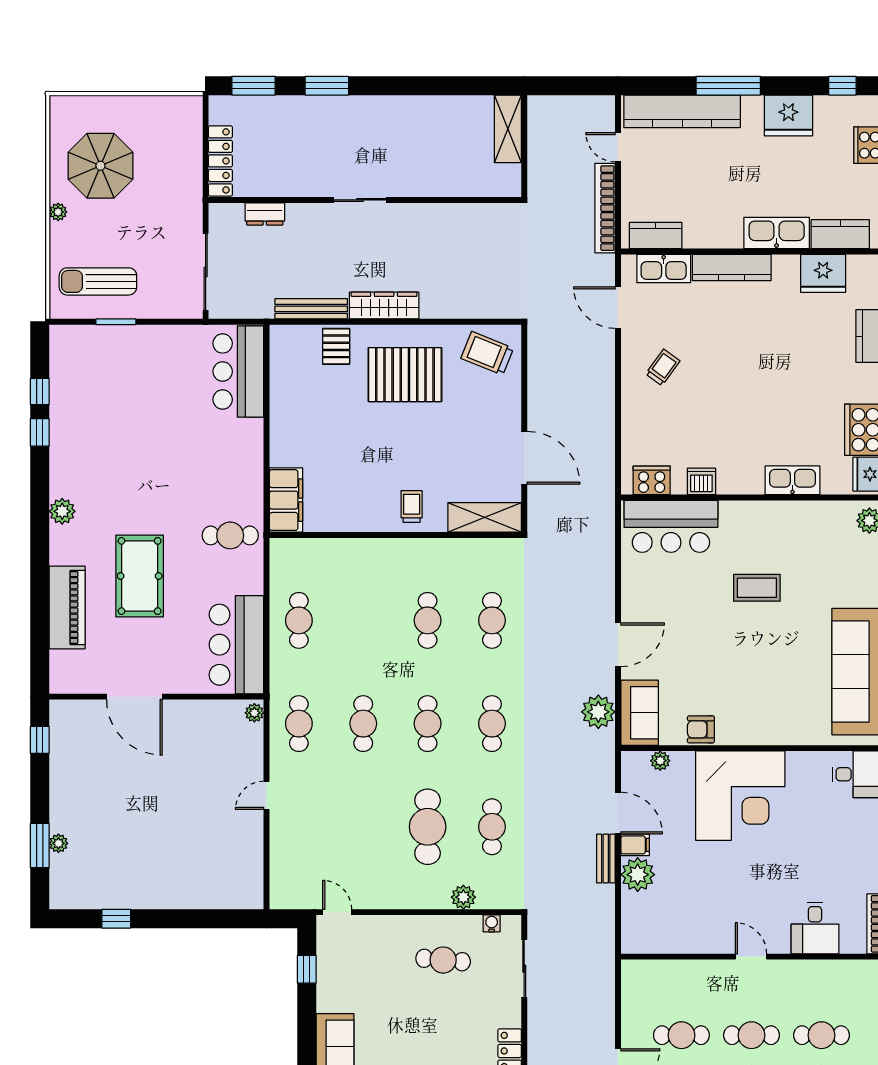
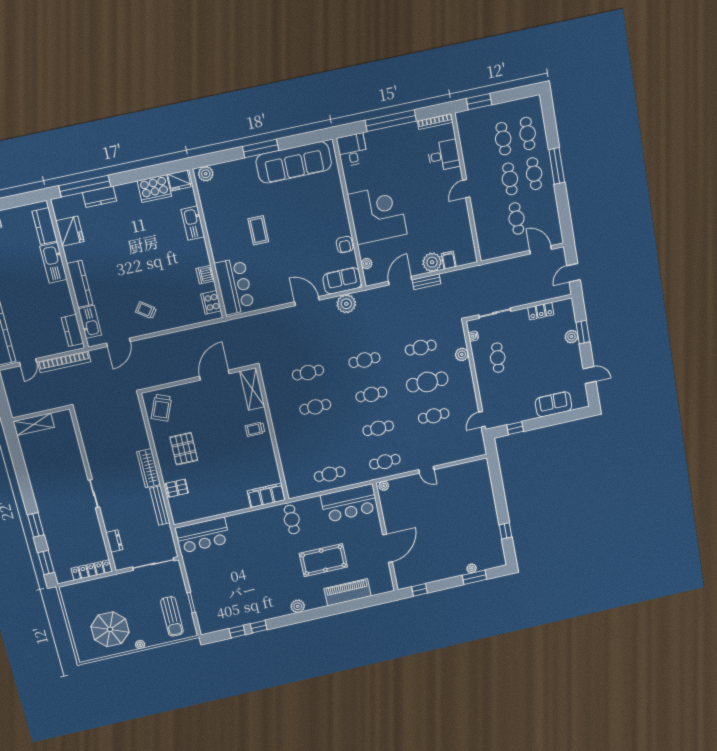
pallet: (405, 375) -> (184, 449), width x0.73, depth x0.71
cafe table: (363, 827) -> (434, 416), added
filing cabinet: (635, 845) -> (449, 260), moved

